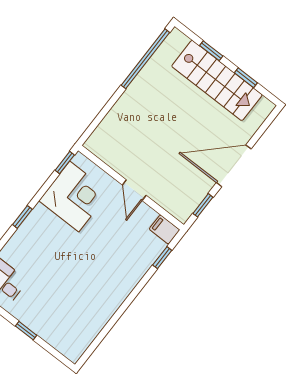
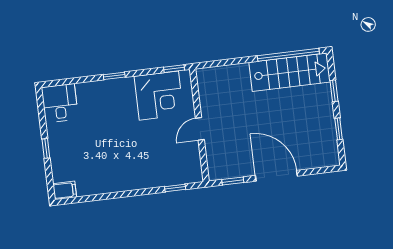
stairs: (217, 80) -> (290, 72), moved, turned -90
filing cabinet: (164, 229) -> (65, 190), moved, turned 90

